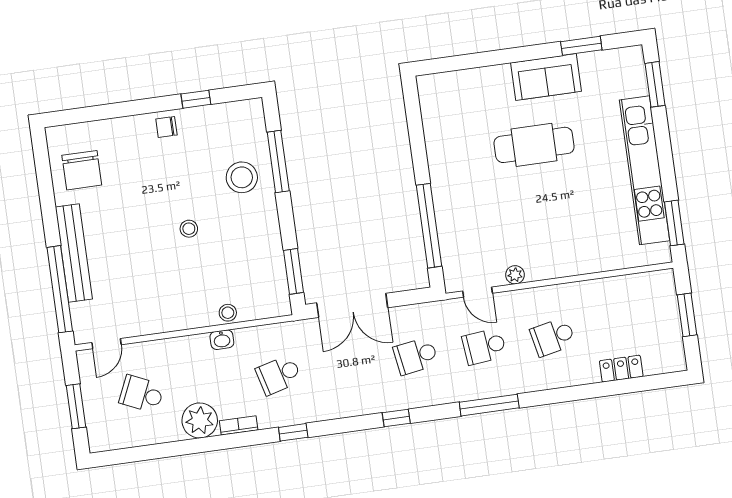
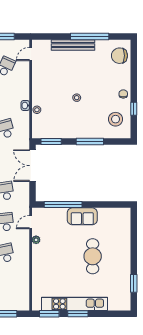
sofa: (546, 77) -> (82, 216), moved, turned -90
window: (655, 84) -> (78, 314), moved
window: (278, 161) -> (90, 142), moved
chair: (82, 170) -> (119, 56), moved
stool: (242, 177) -> (116, 119), moved
window: (60, 289) -> (90, 37), moved
door: (106, 344) -> (31, 54), hinge flipped

